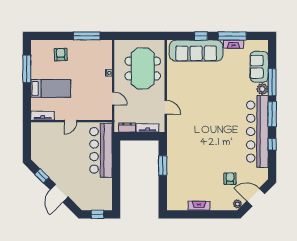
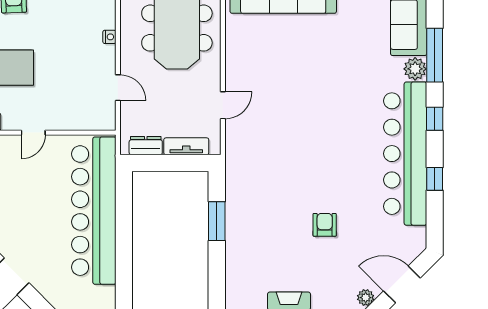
door: (166, 107) -> (223, 105), hinge flipped
window: (272, 114) -> (435, 119), width x0.46
bar counter: (101, 150) -> (94, 211), width x1.36
armchair: (230, 179) -> (325, 225), moved

